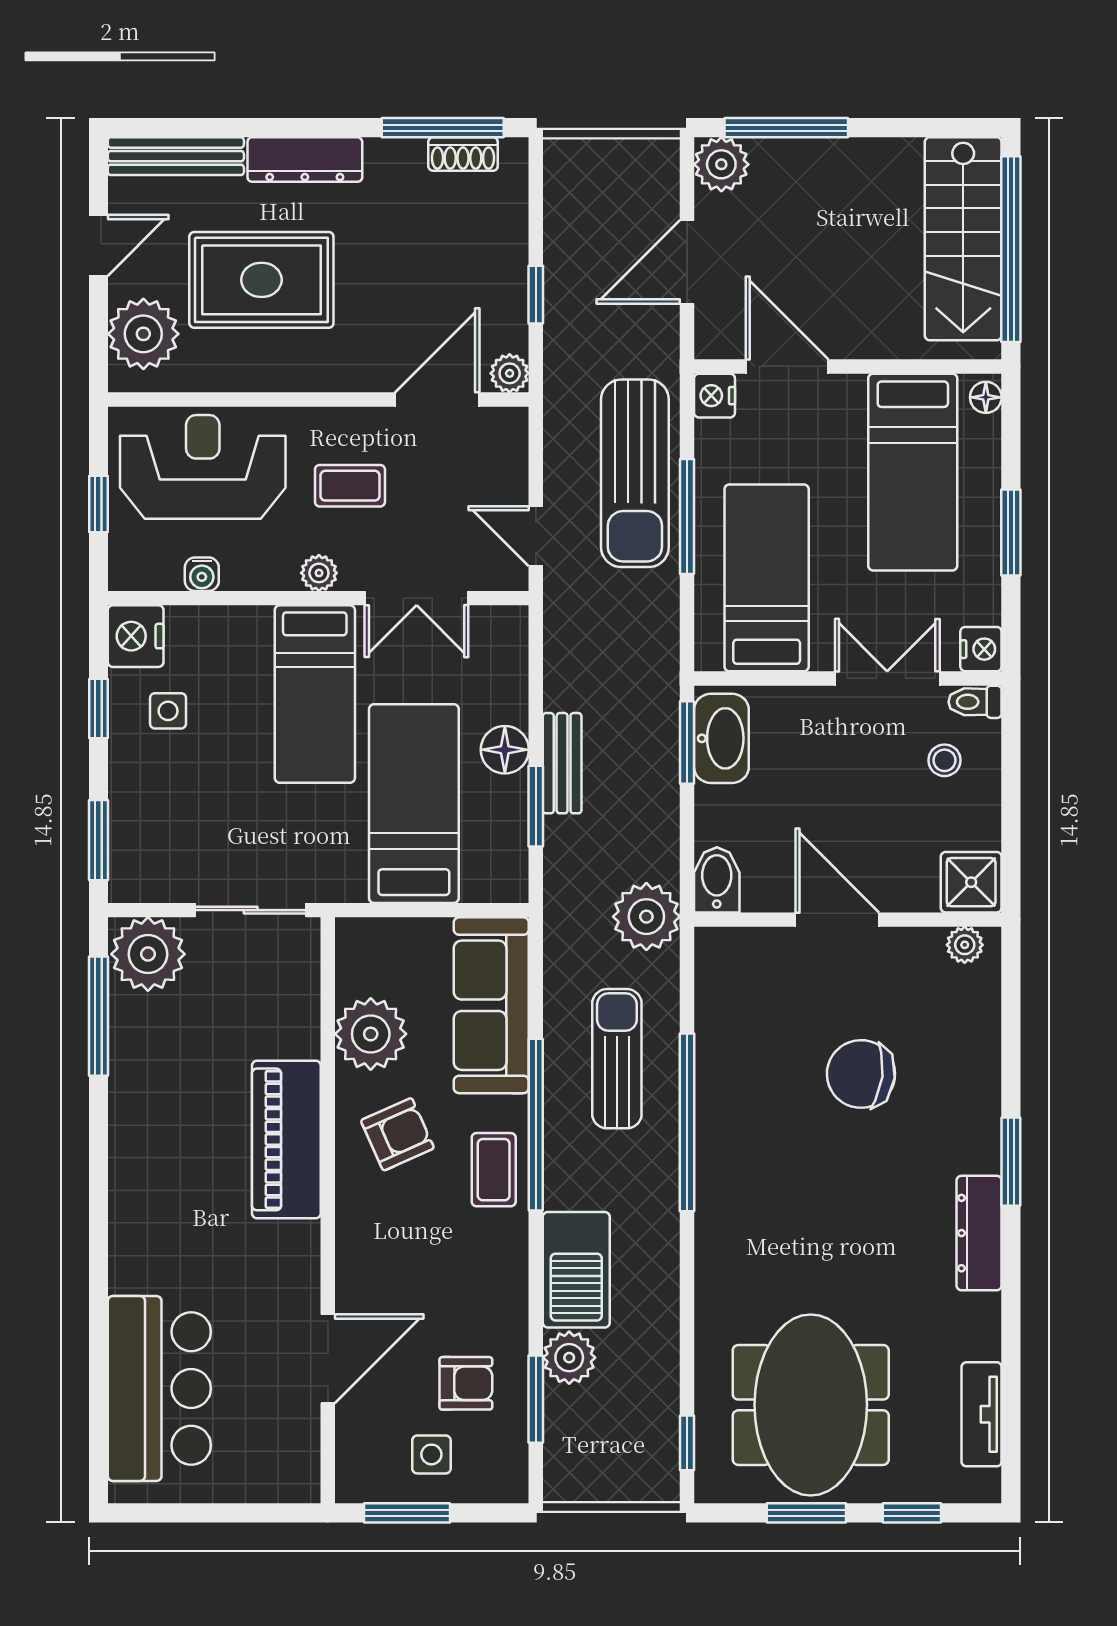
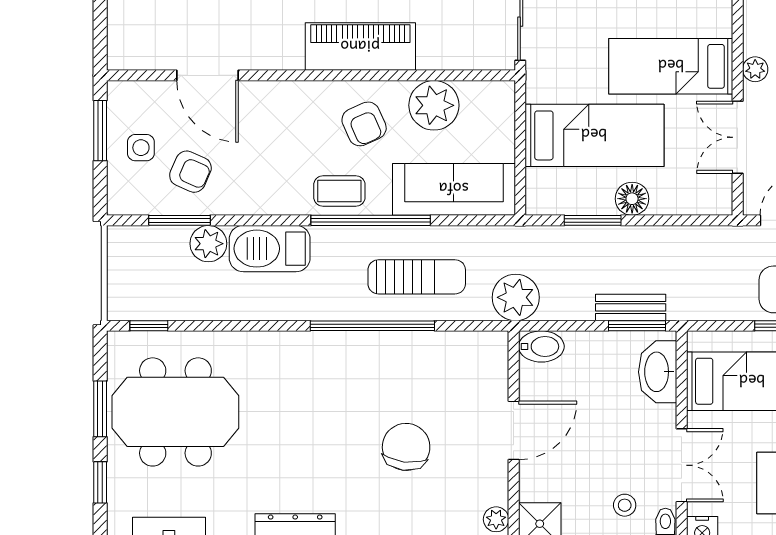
washbasin: (721, 738) -> (658, 372), moved, turned 90
bench: (562, 763) -> (631, 307), moved
armchair: (466, 1383) -> (190, 172), turned -66

